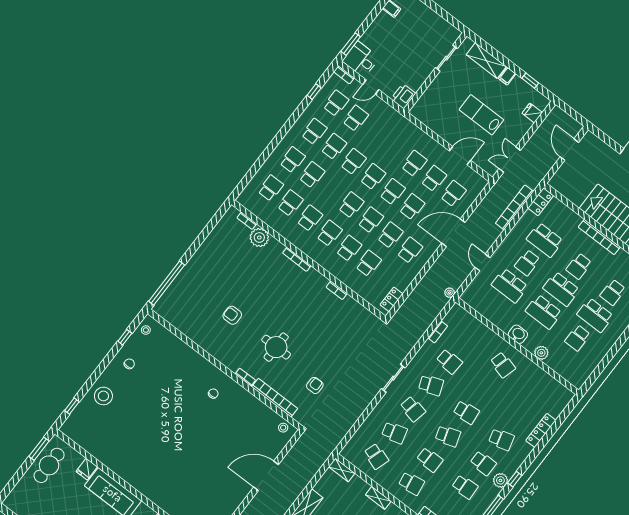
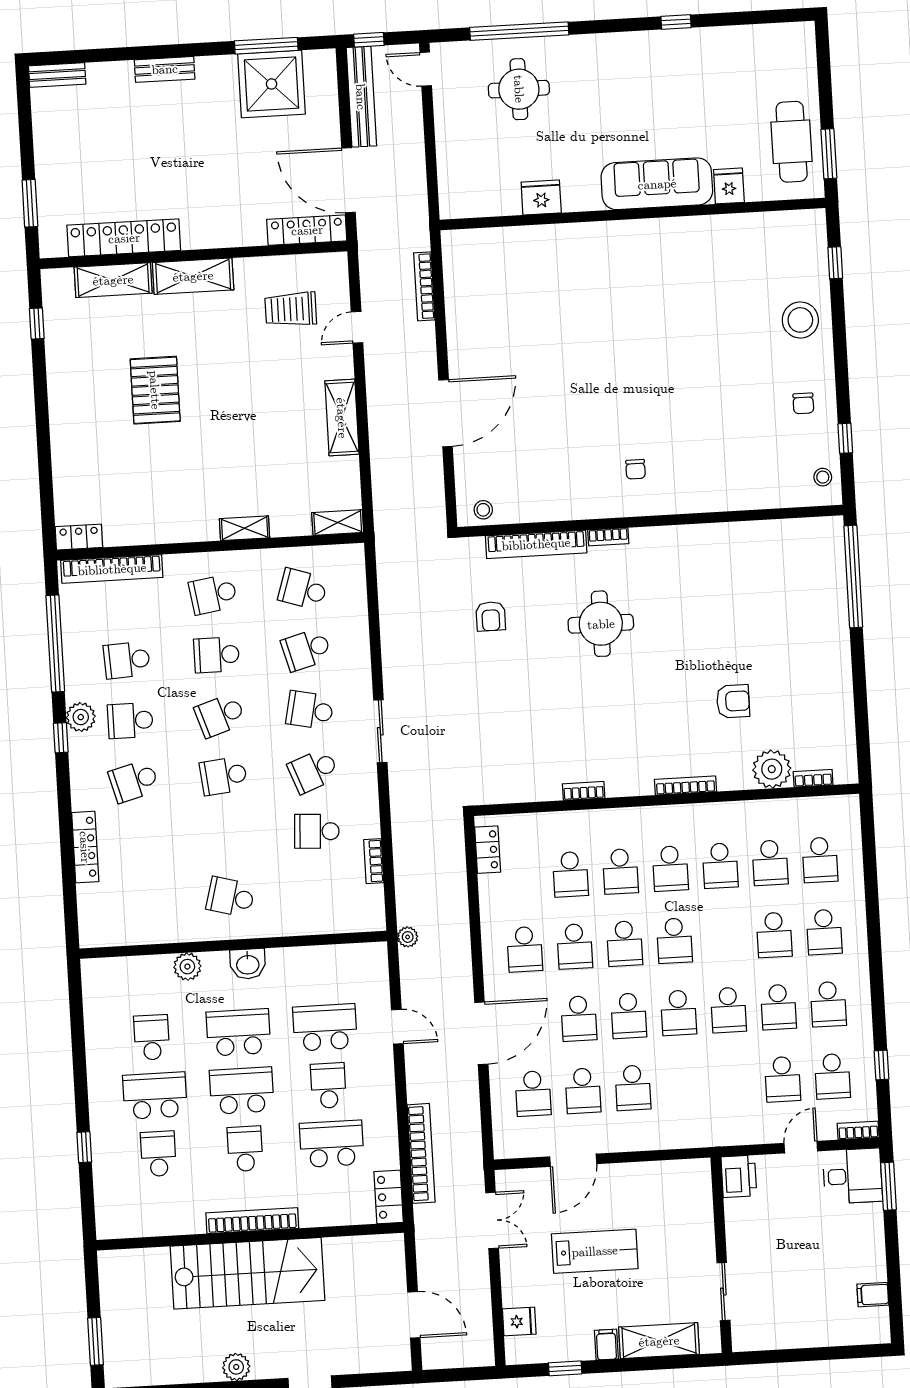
armchair: (232, 315) -> (733, 701), moved

